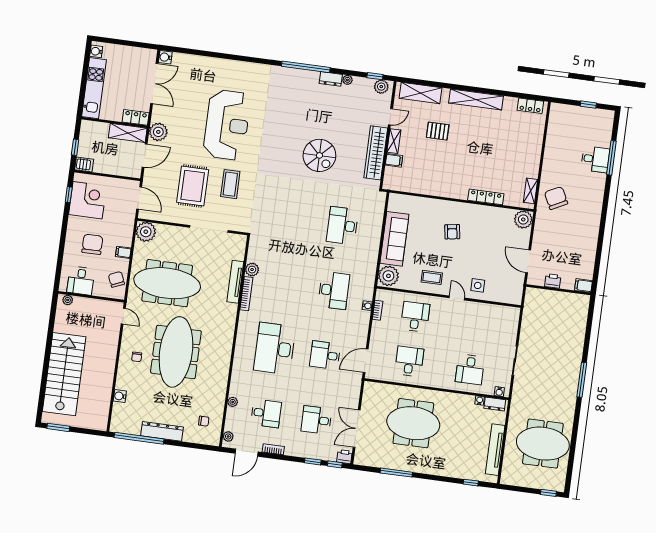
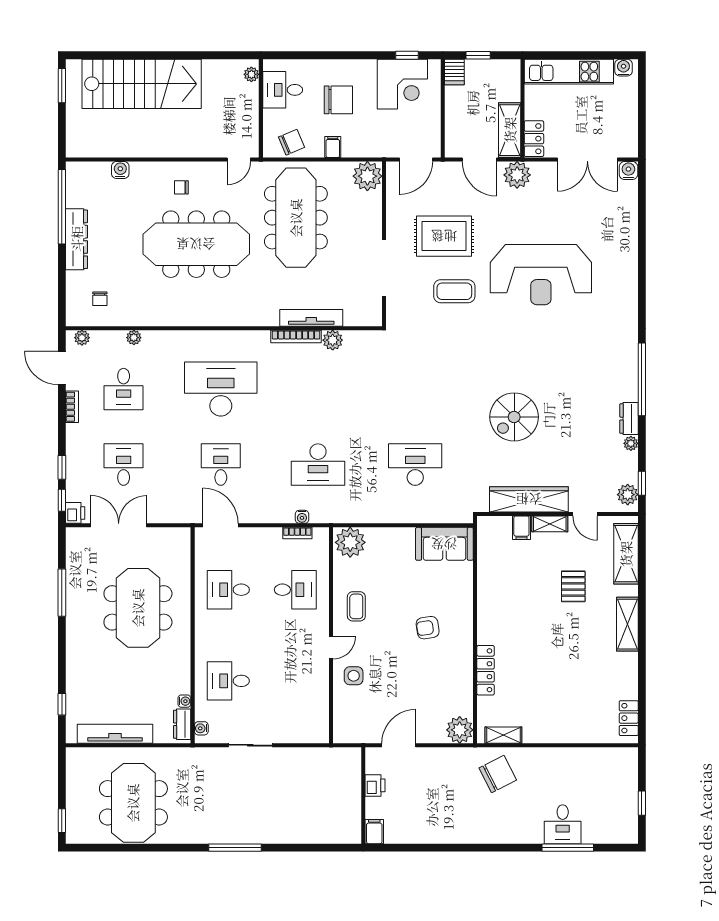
shelving: (476, 99) -> (627, 624), width x0.68
sofa: (394, 239) -> (444, 544), moved, width x0.73
desk: (409, 361) -> (228, 590), turned 180

